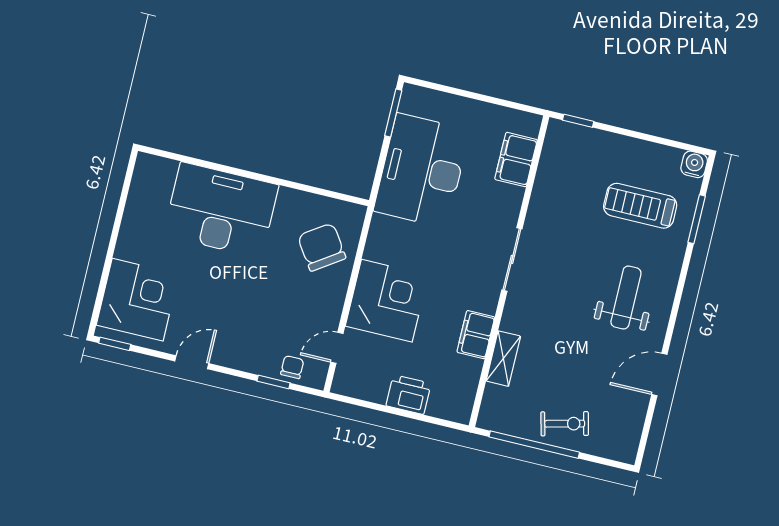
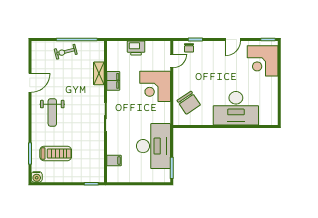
filing cabinet: (516, 160) -> (114, 161), width x0.50

